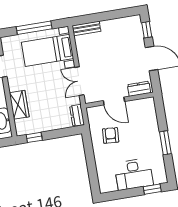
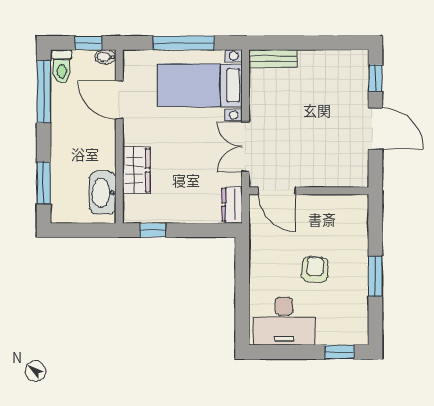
dresser: (139, 89) -> (345, 177), removed
door: (114, 101) -> (277, 191), moved
armchair: (111, 135) -> (315, 270), moved
desk: (134, 174) -> (284, 321), moved

